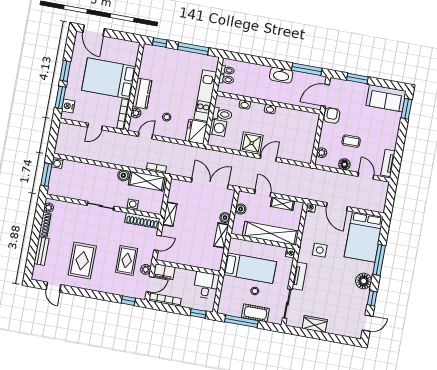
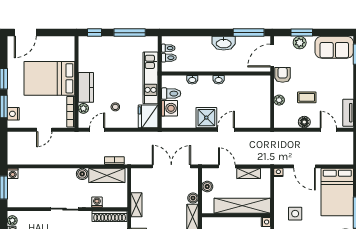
door: (94, 30) -> (25, 33), hinge flipped
plant: (354, 88) -> (300, 43), added
plant: (322, 153) -> (279, 100), moved

